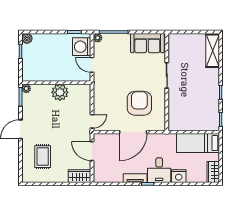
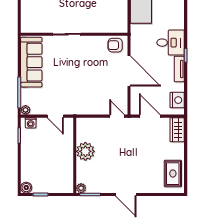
sofa: (147, 43) -> (31, 62), width x1.36
washing machine: (82, 47) -> (31, 123), width x0.53, depth x0.53
door: (92, 65) -> (55, 116), hinge flipped
armchair: (139, 103) -> (115, 45), moved, width x0.53, depth x0.53
door: (92, 151) -> (150, 116), swing flipped
rug: (43, 157) -> (173, 174), moved, turned 90
nightstand: (179, 176) -> (177, 100), moved

